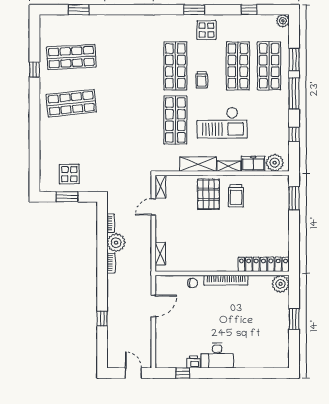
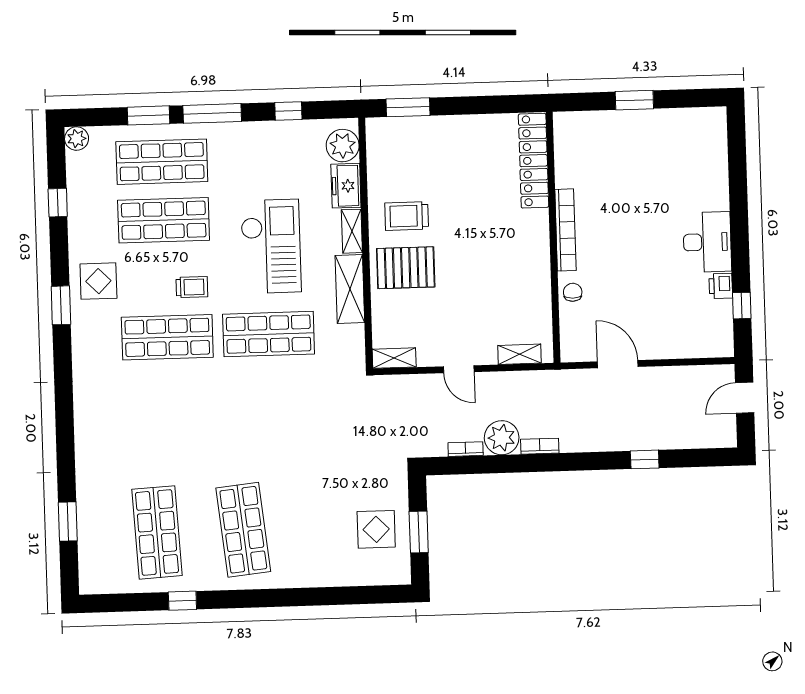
trolley: (236, 196) -> (407, 216), turned 180
door: (153, 207) -> (459, 369), moved
plant: (281, 284) -> (569, 127), removed

